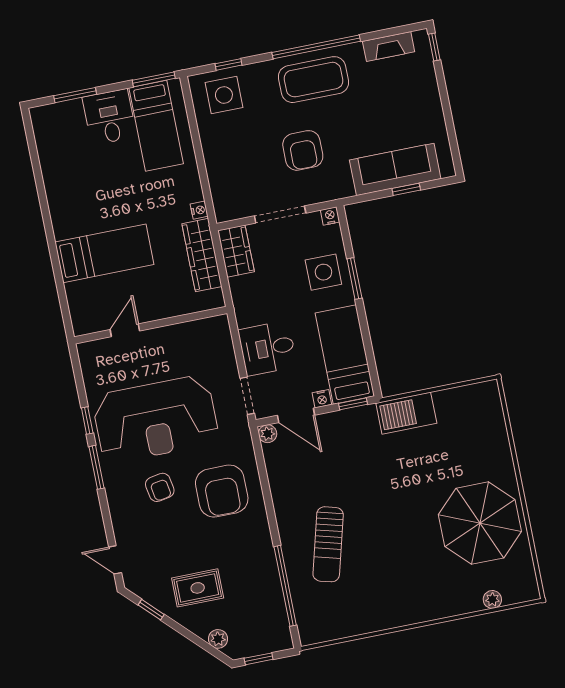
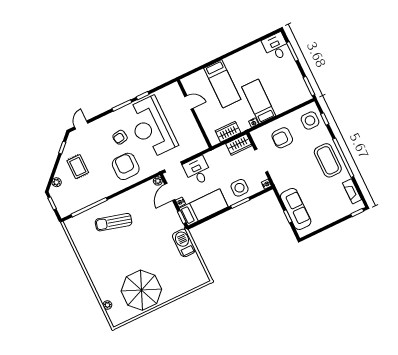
desk: (109, 117) -> (276, 47), moved, turned -90
bed: (156, 126) -> (259, 101), moved, turned 90
armchair: (303, 150) -> (282, 138), moved
wardrobe: (202, 255) -> (228, 132), width x0.67
armchair: (222, 491) -> (126, 166), turned 90

